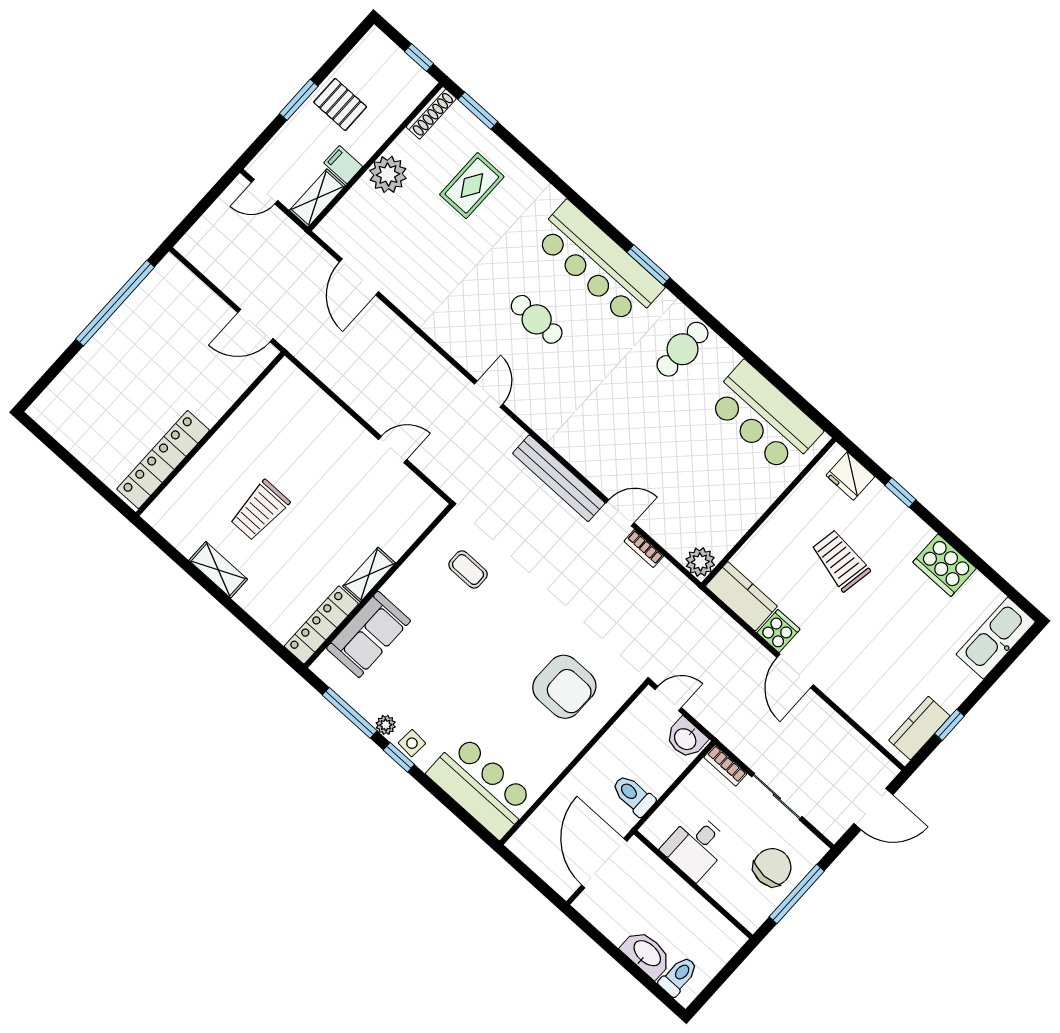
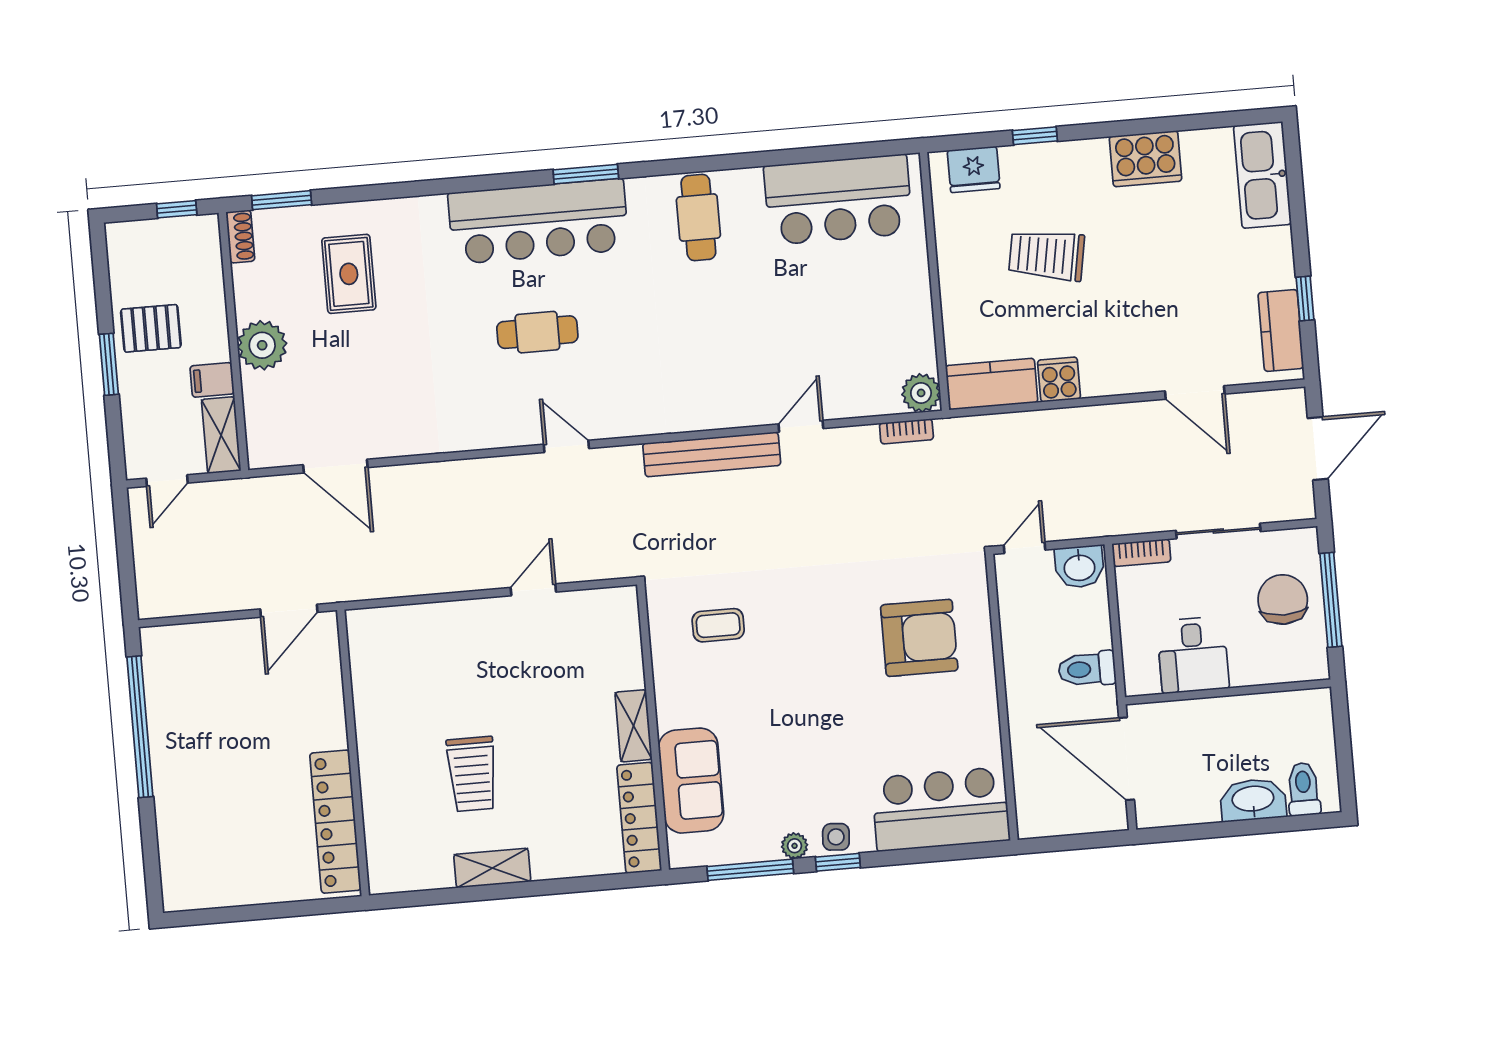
shoe rack: (431, 113) -> (240, 237), width x0.70
bookcase: (644, 549) -> (906, 431), moved
door: (795, 671) -> (1195, 393), moved

